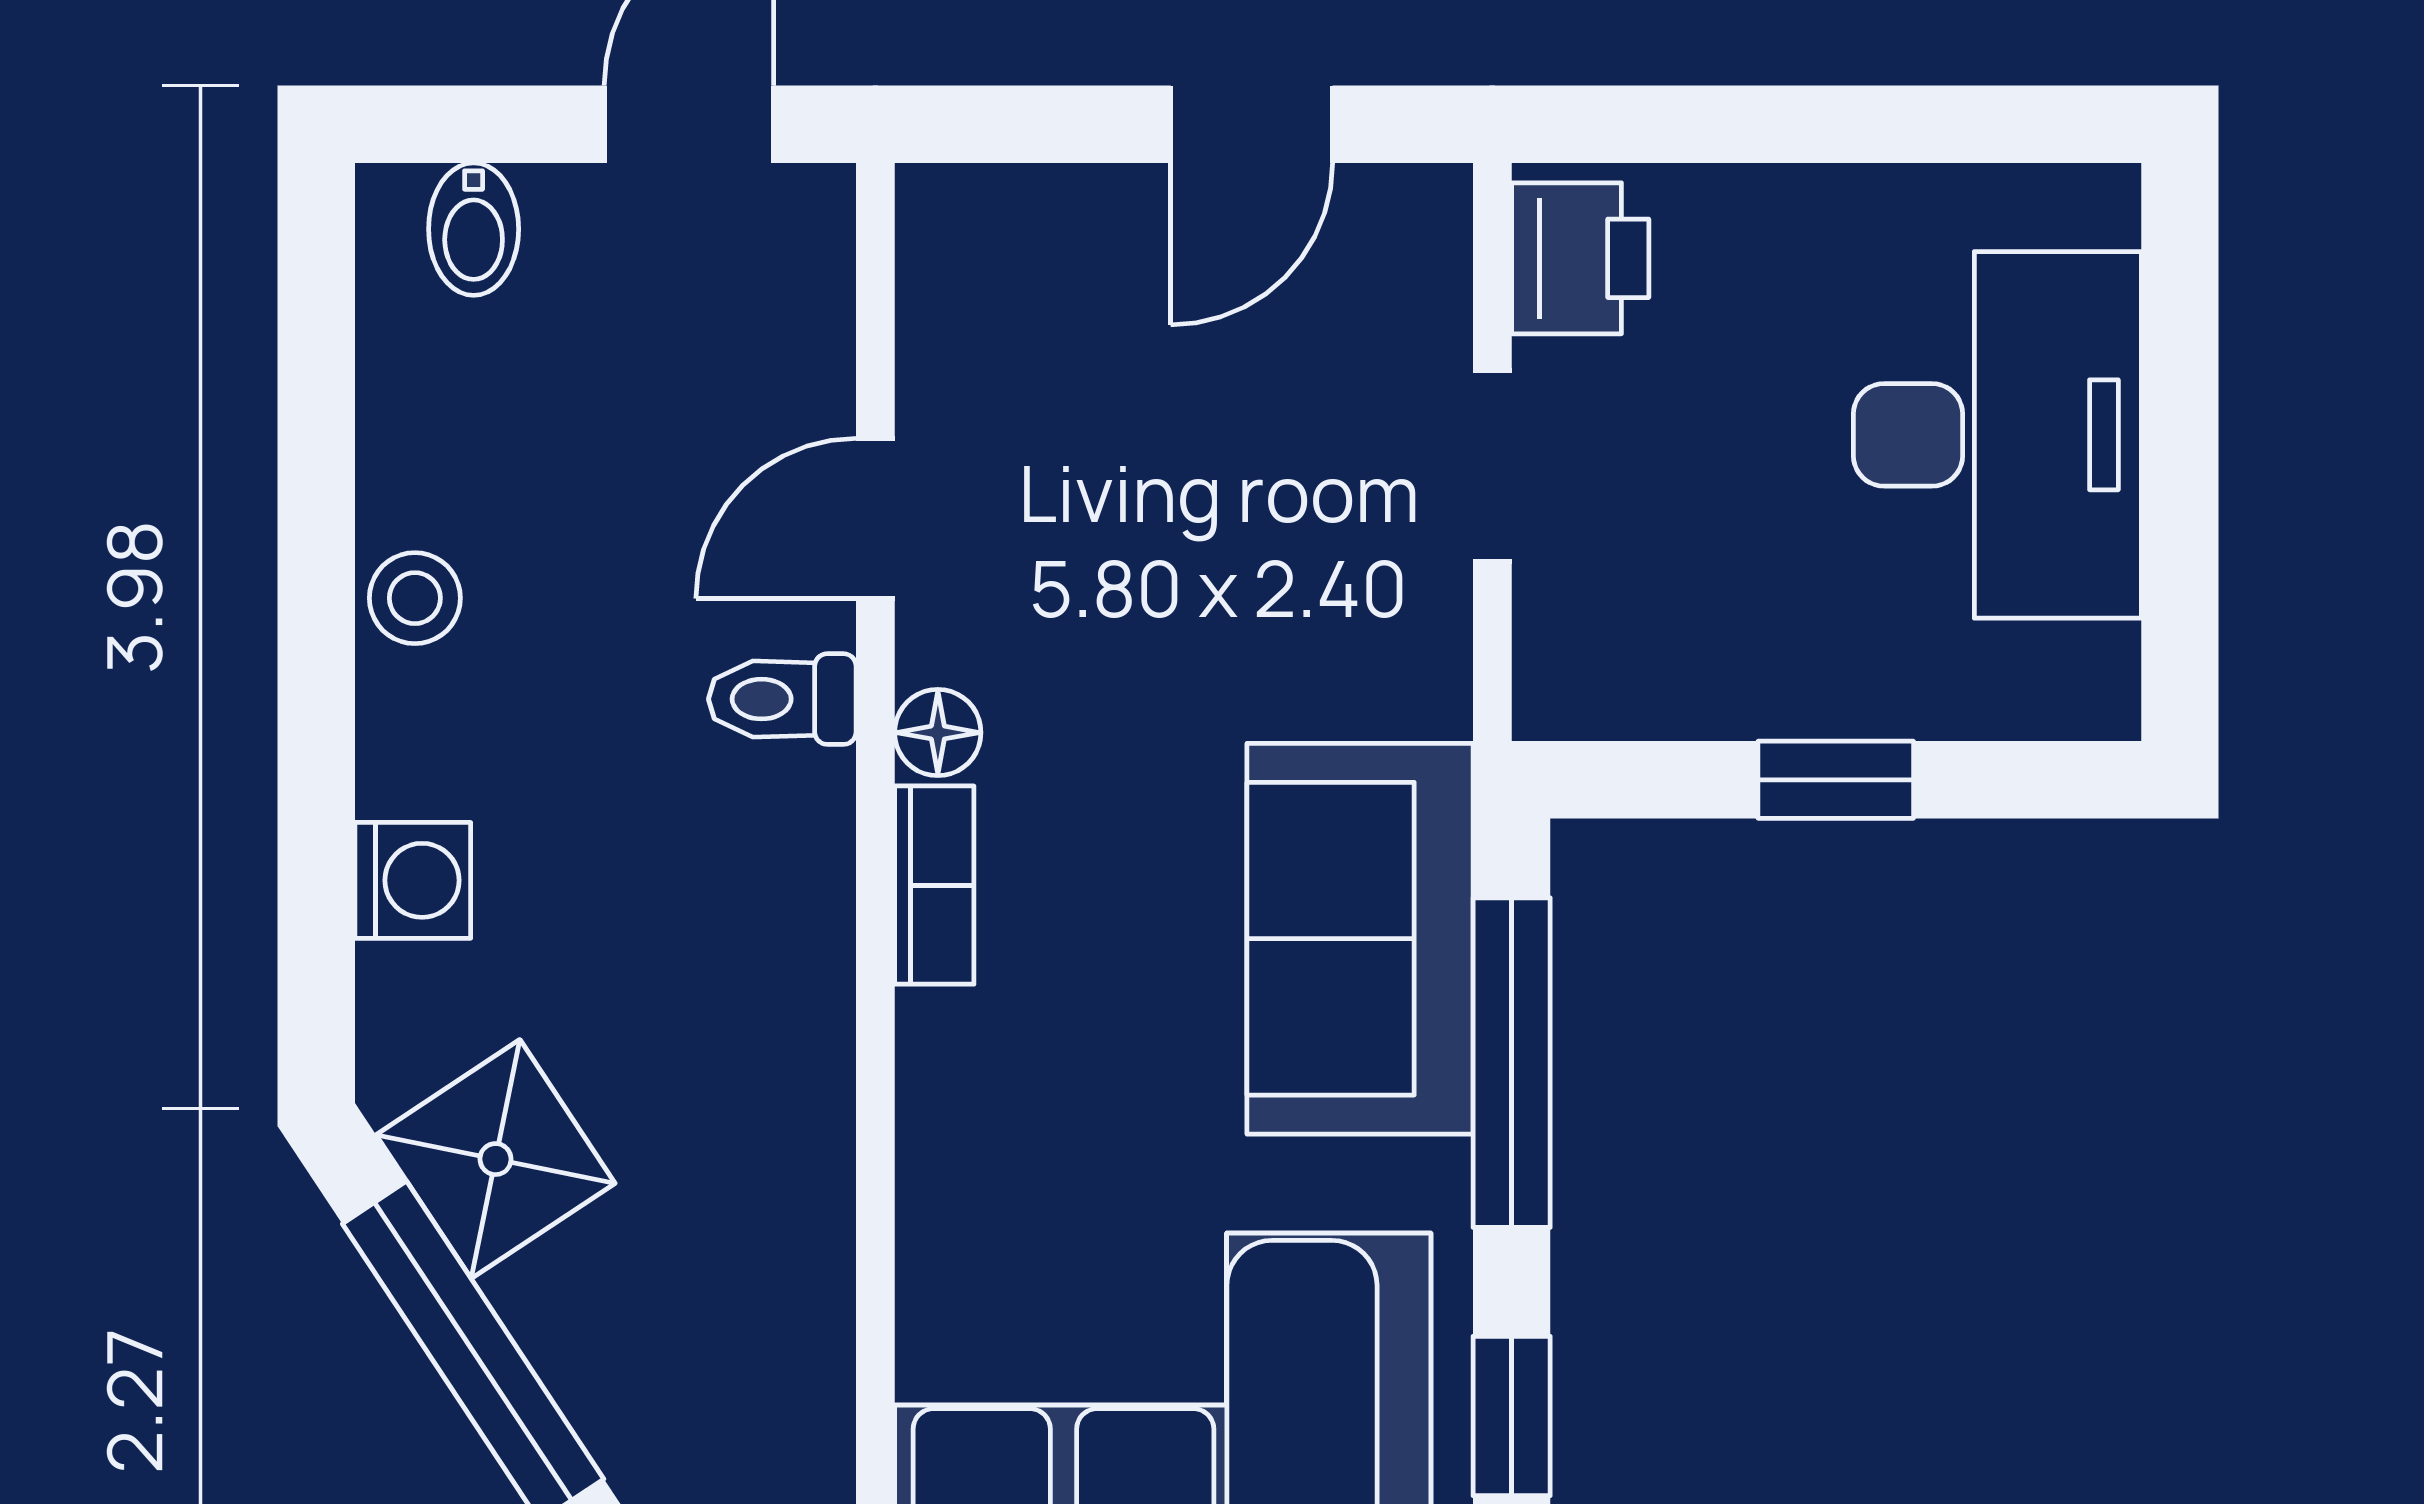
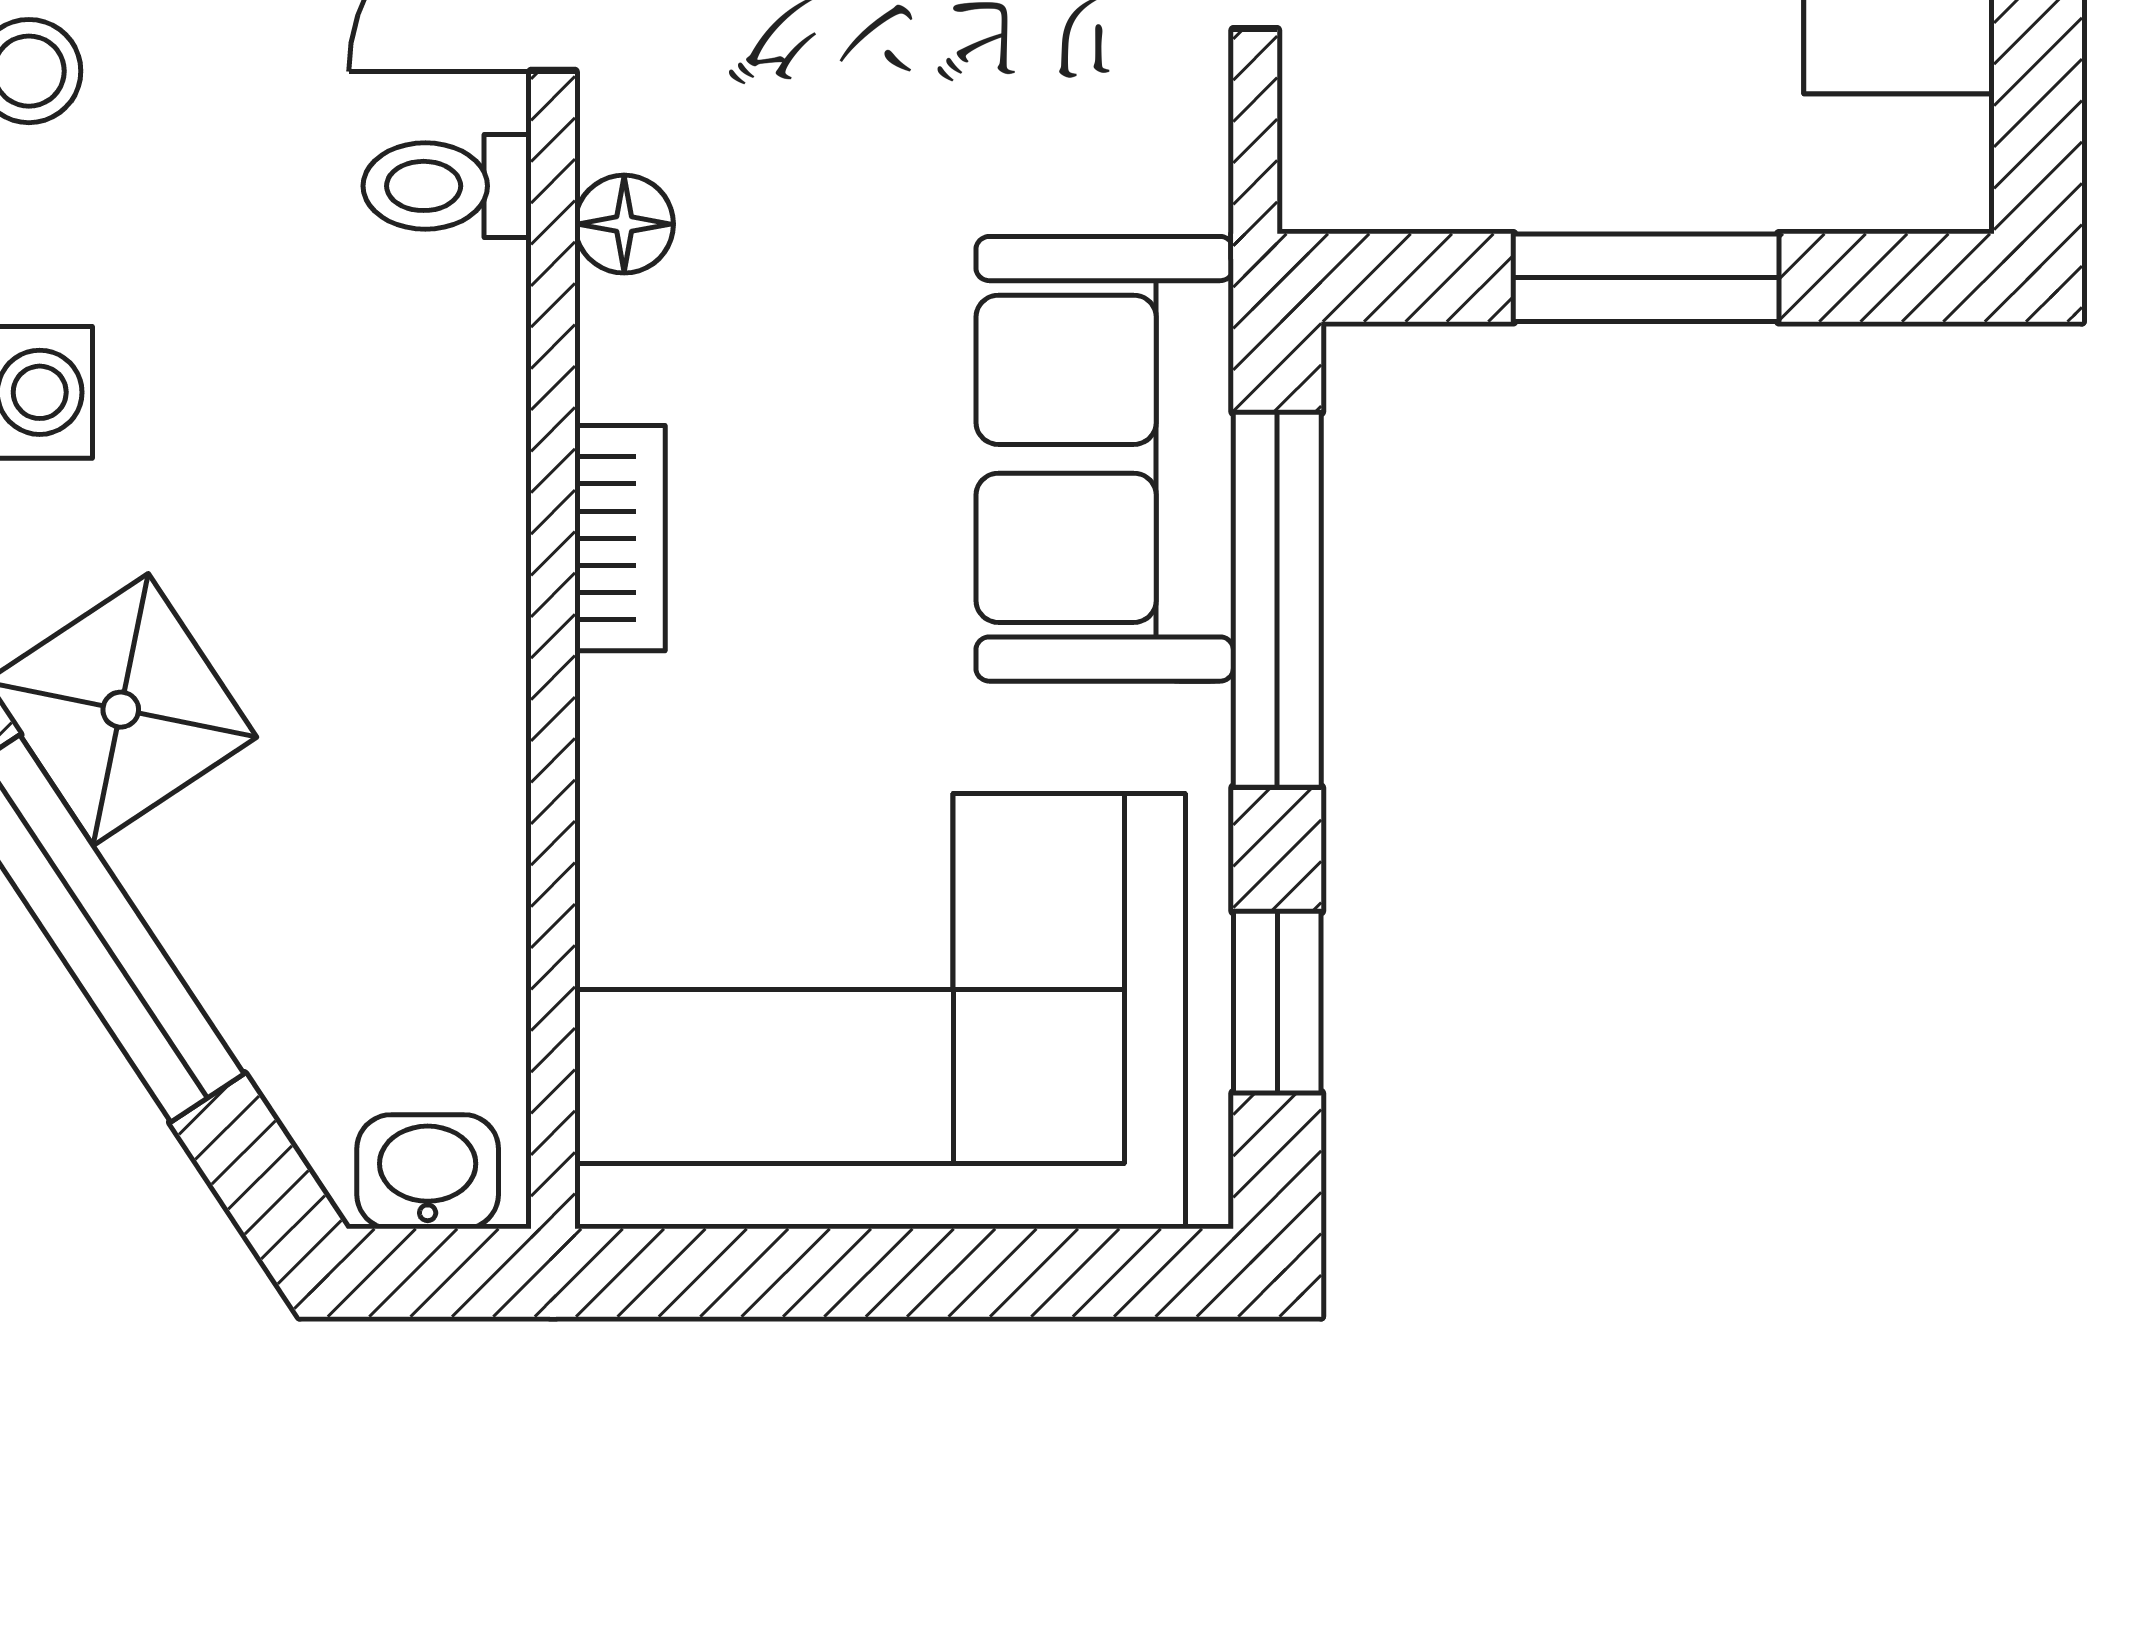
window: (1836, 780) -> (1646, 278), width x1.50
bookcase: (934, 885) -> (620, 538), moved

